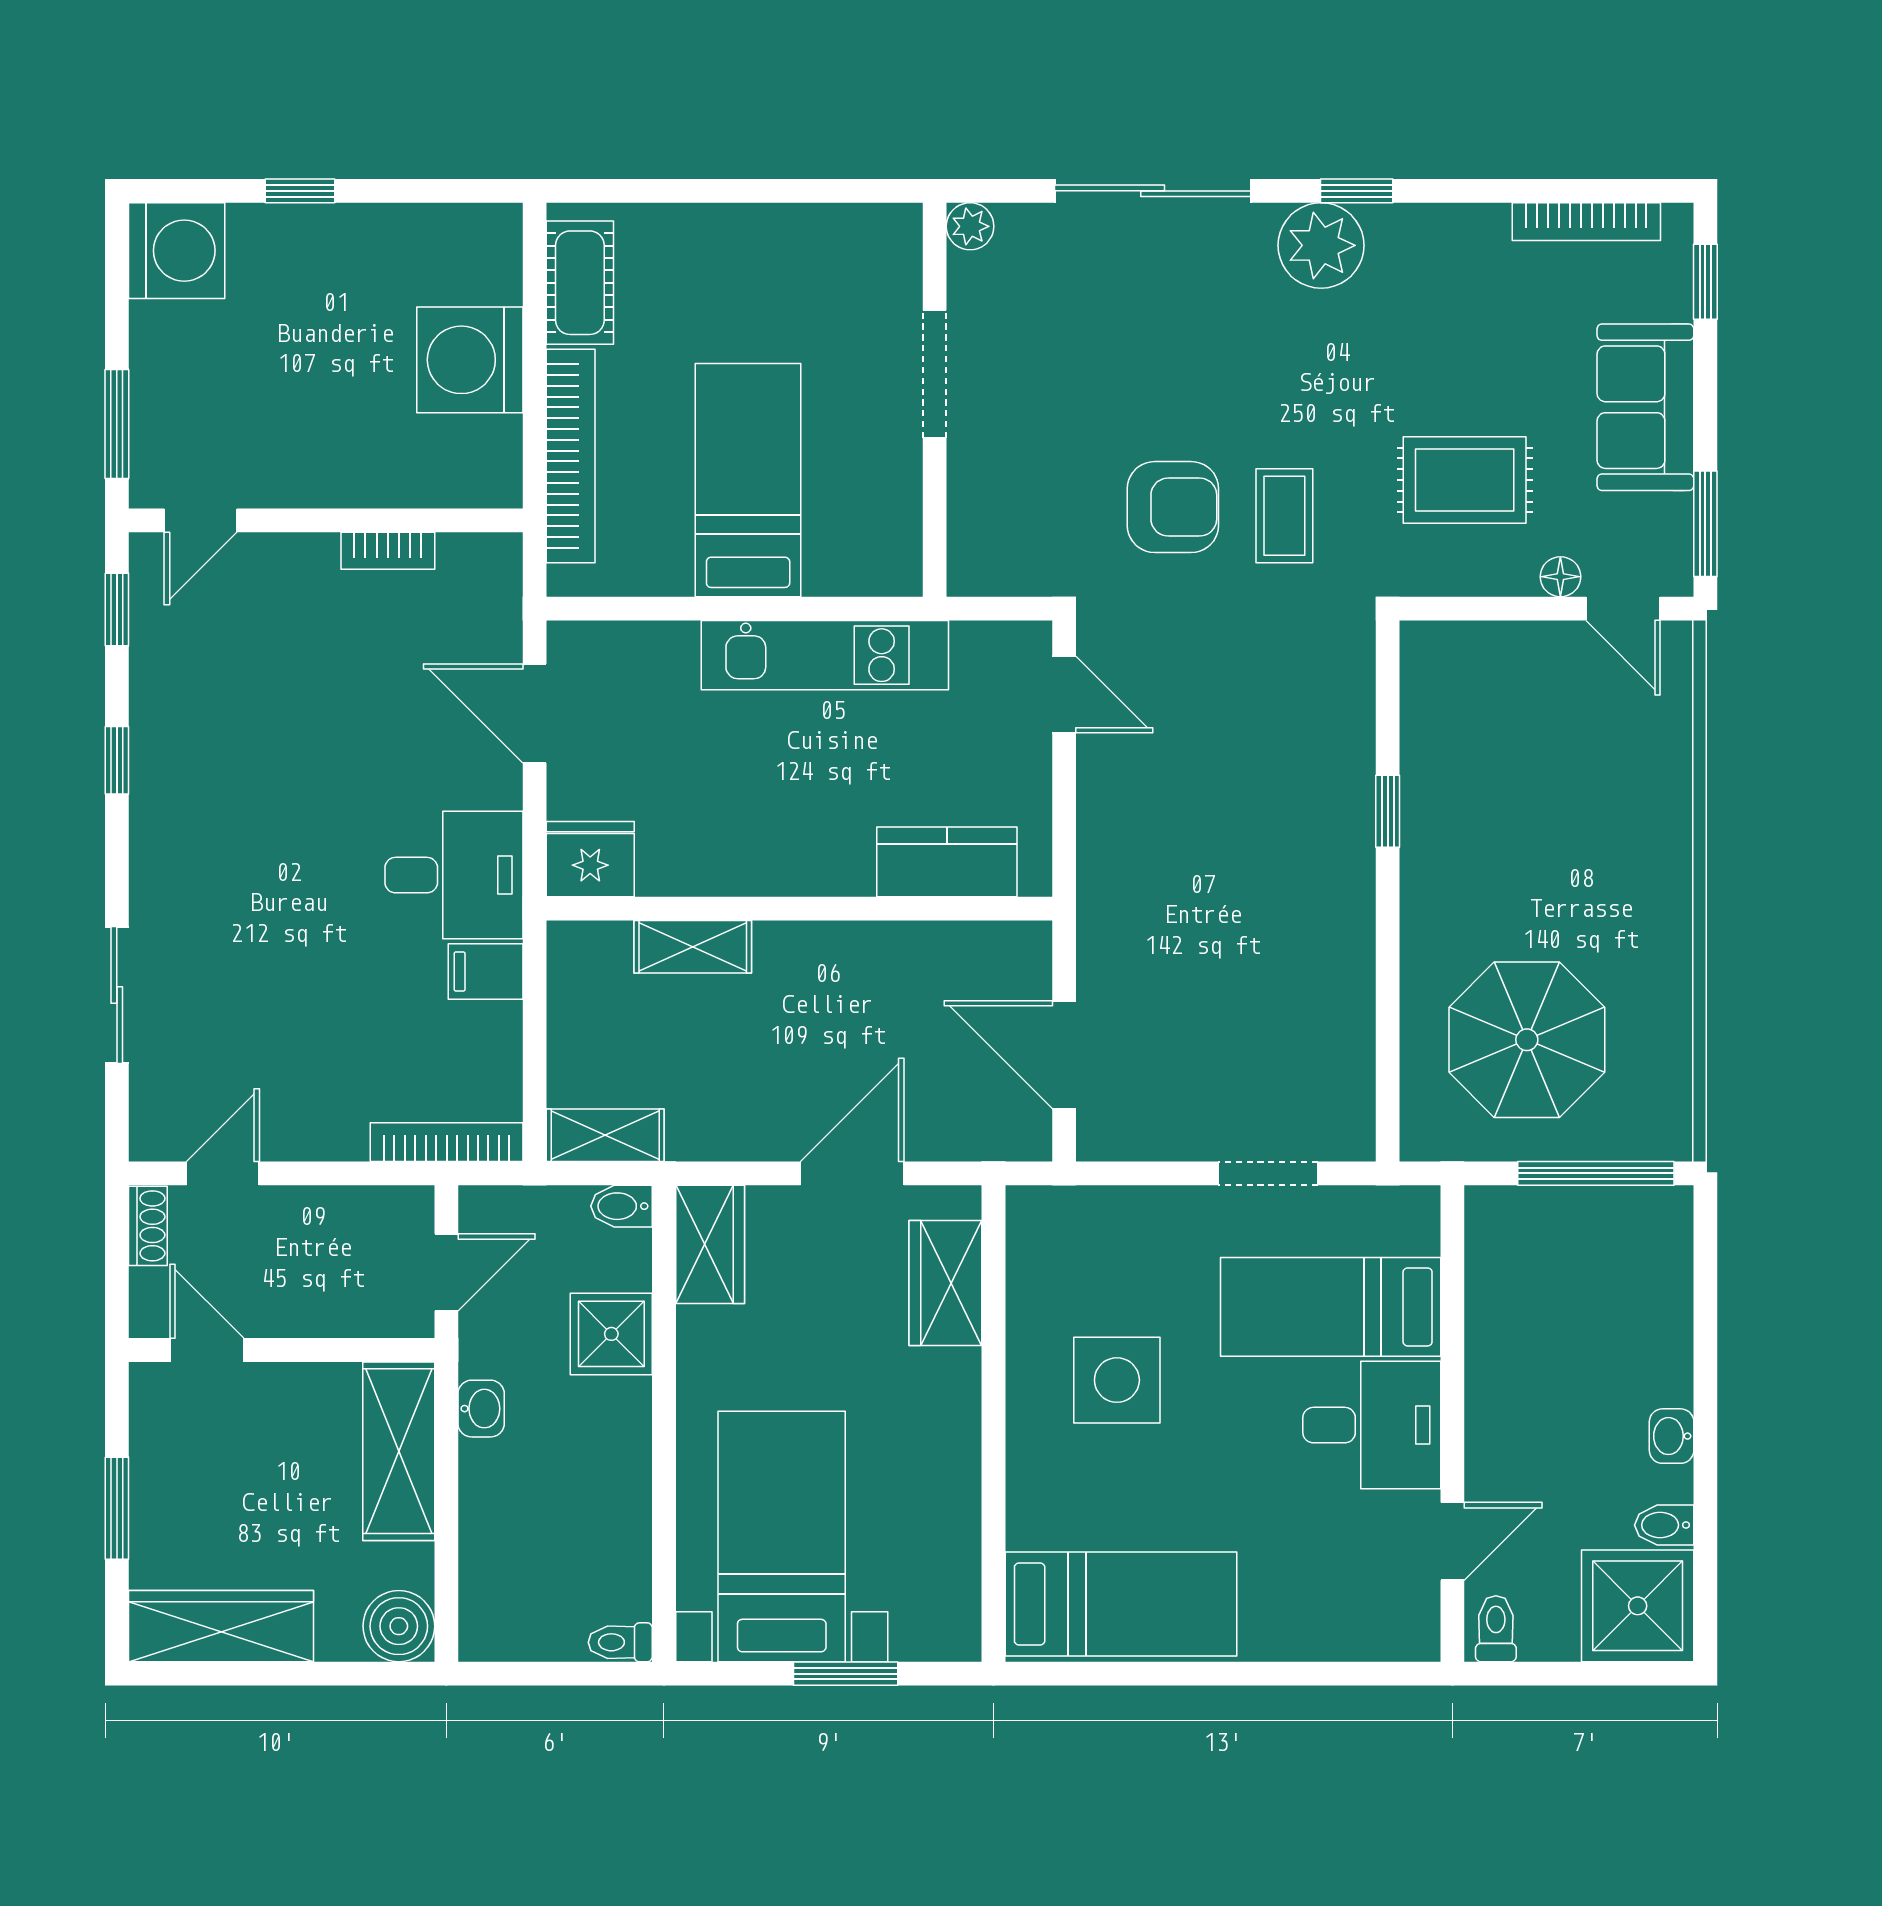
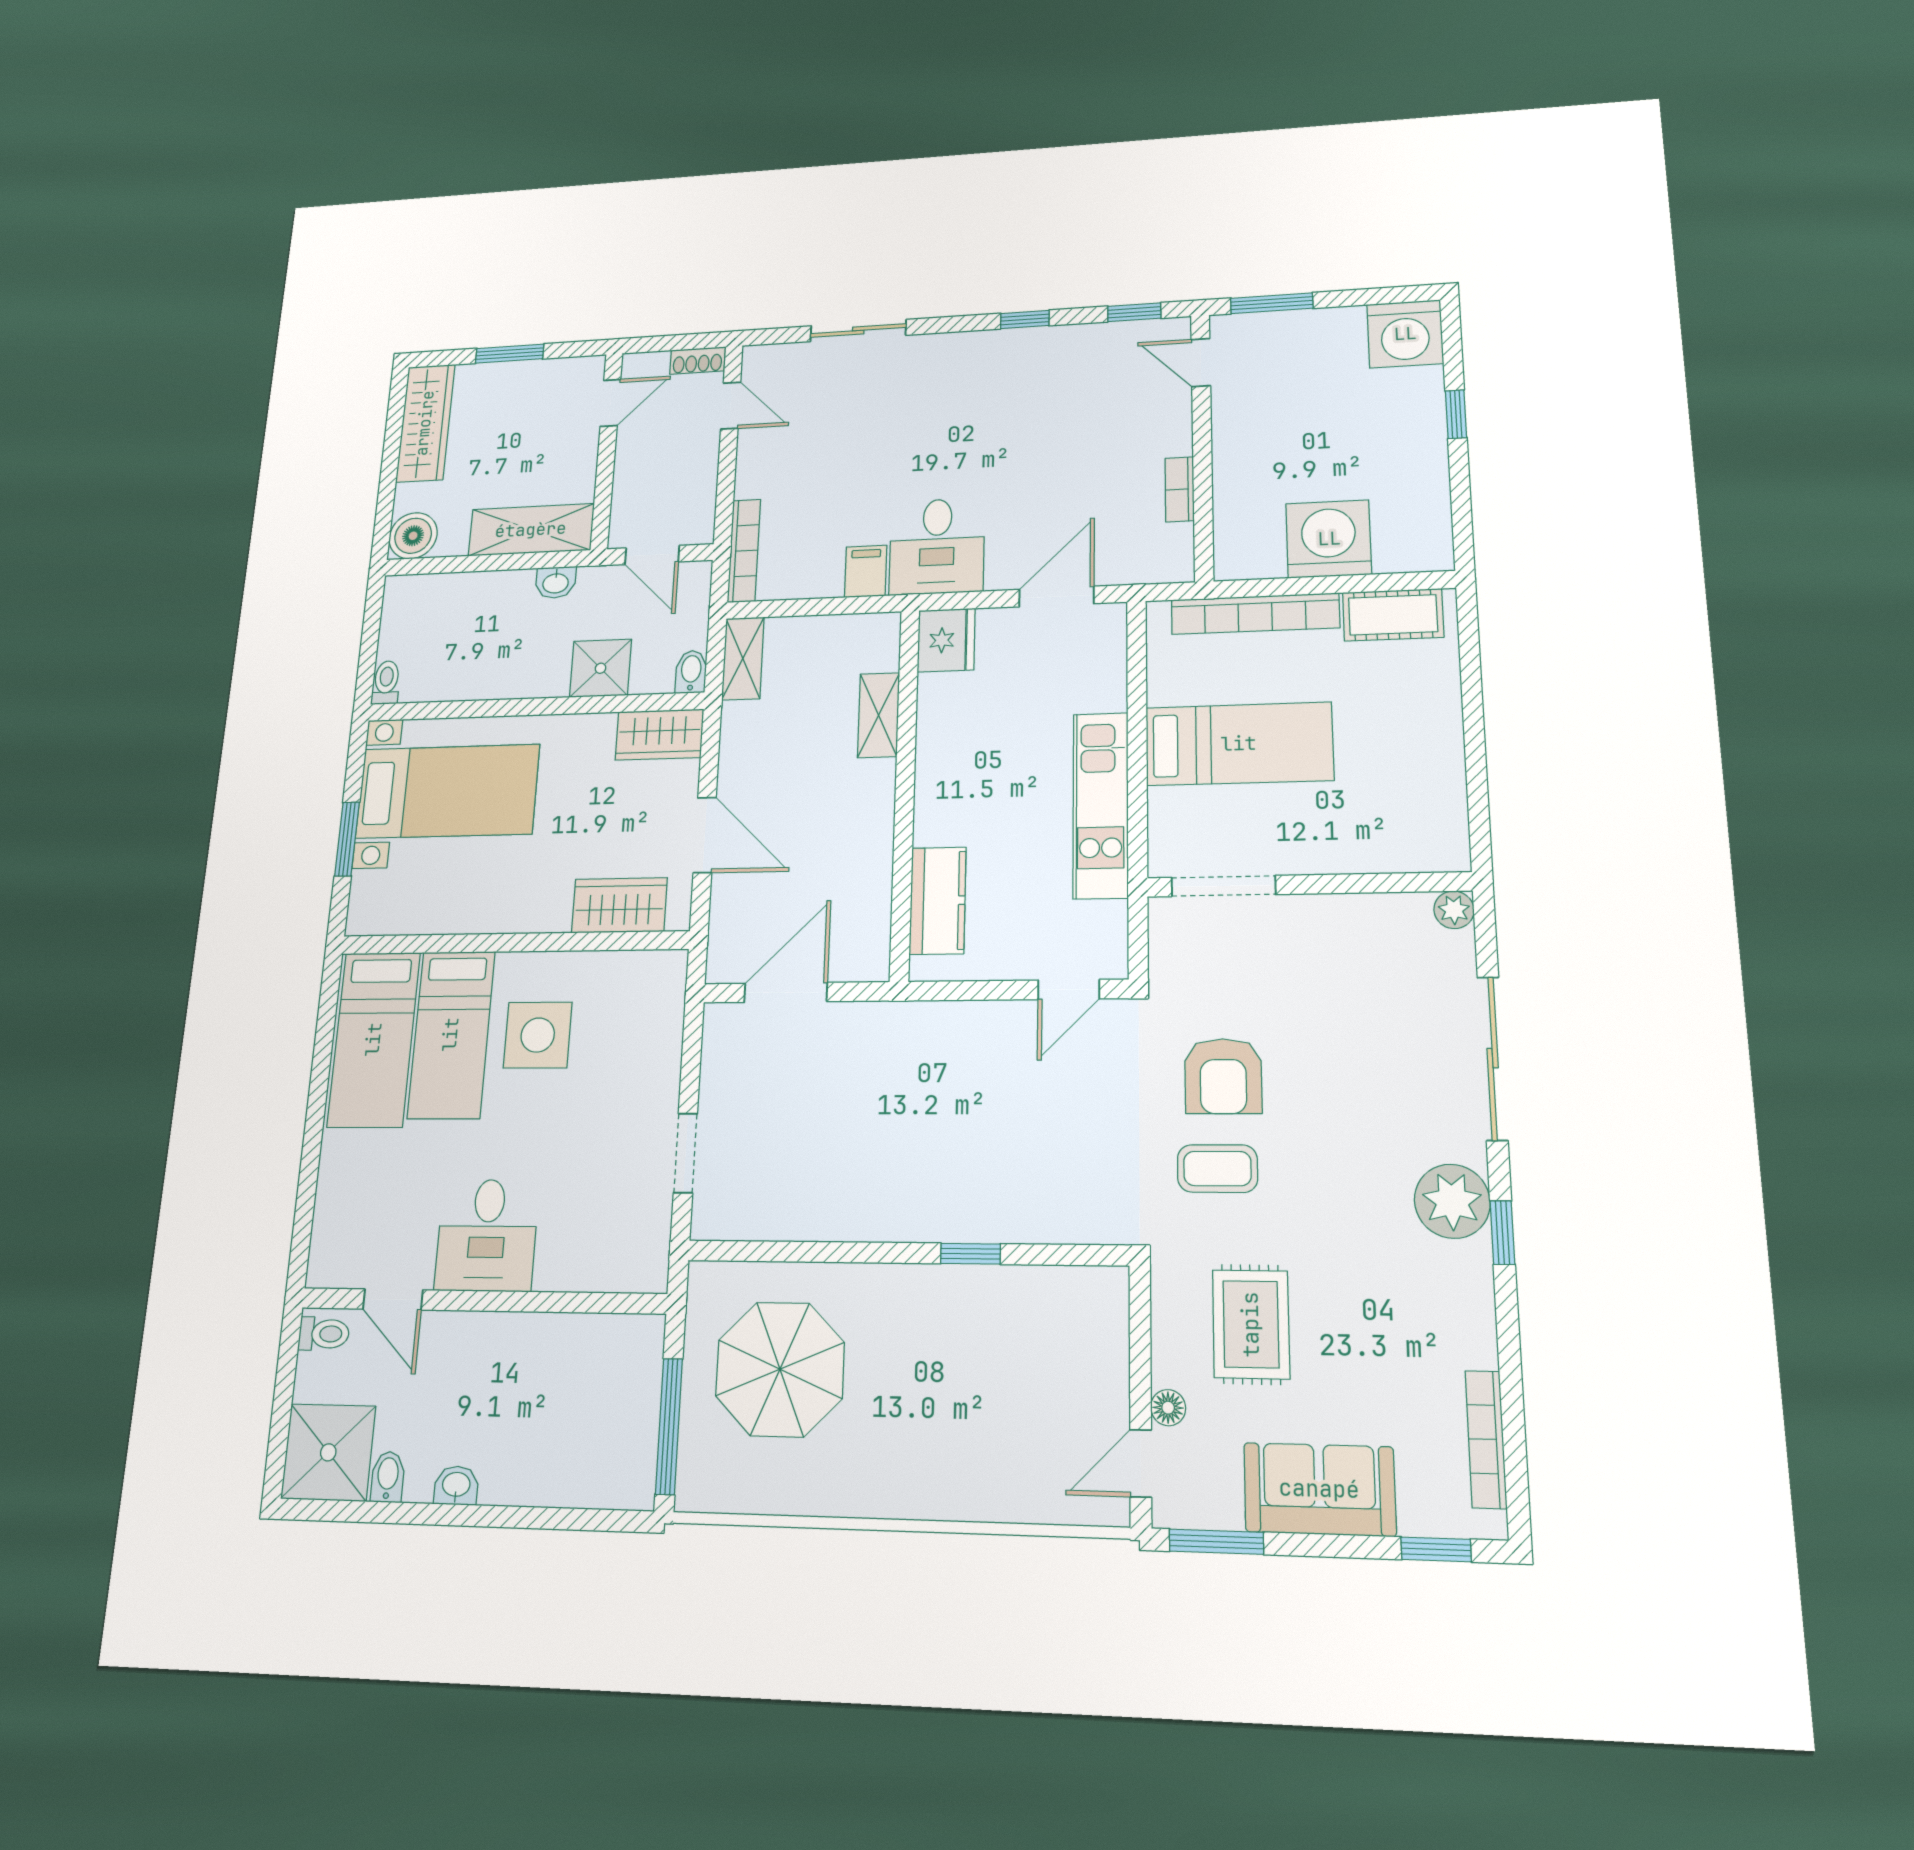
doorway: (935, 374) -> (1223, 886), moved
bed: (1331, 1307) -> (451, 1034), moved, turned 180

